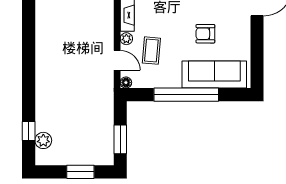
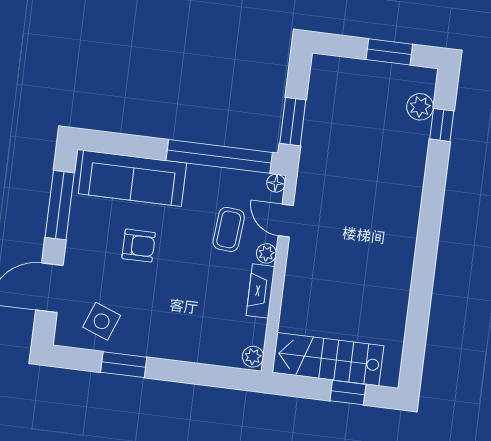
window: (257, 53) -> (60, 205), added
window: (186, 95) -> (219, 156), moved
window: (120, 139) -> (293, 122), moved
window: (80, 172) -> (389, 52), moved

